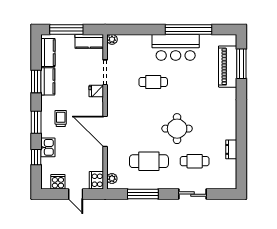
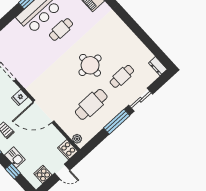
cafe table: (153, 82) -> (61, 30), moved
fridge: (96, 91) -> (20, 97), moved
dresser: (231, 149) -> (158, 66), moved
window: (143, 194) -> (117, 122), moved

